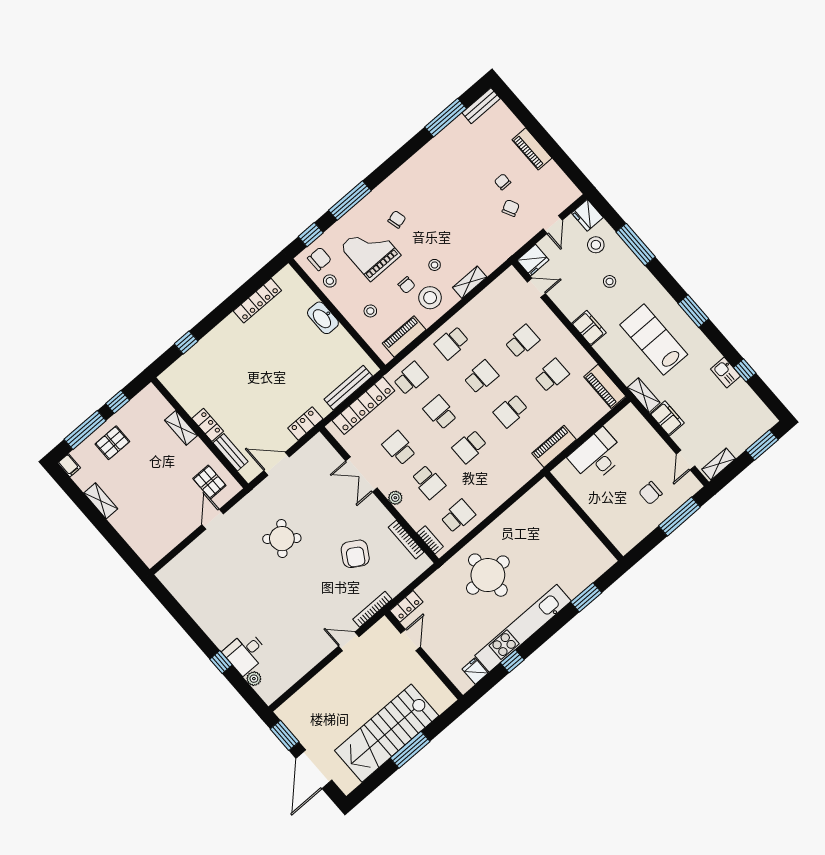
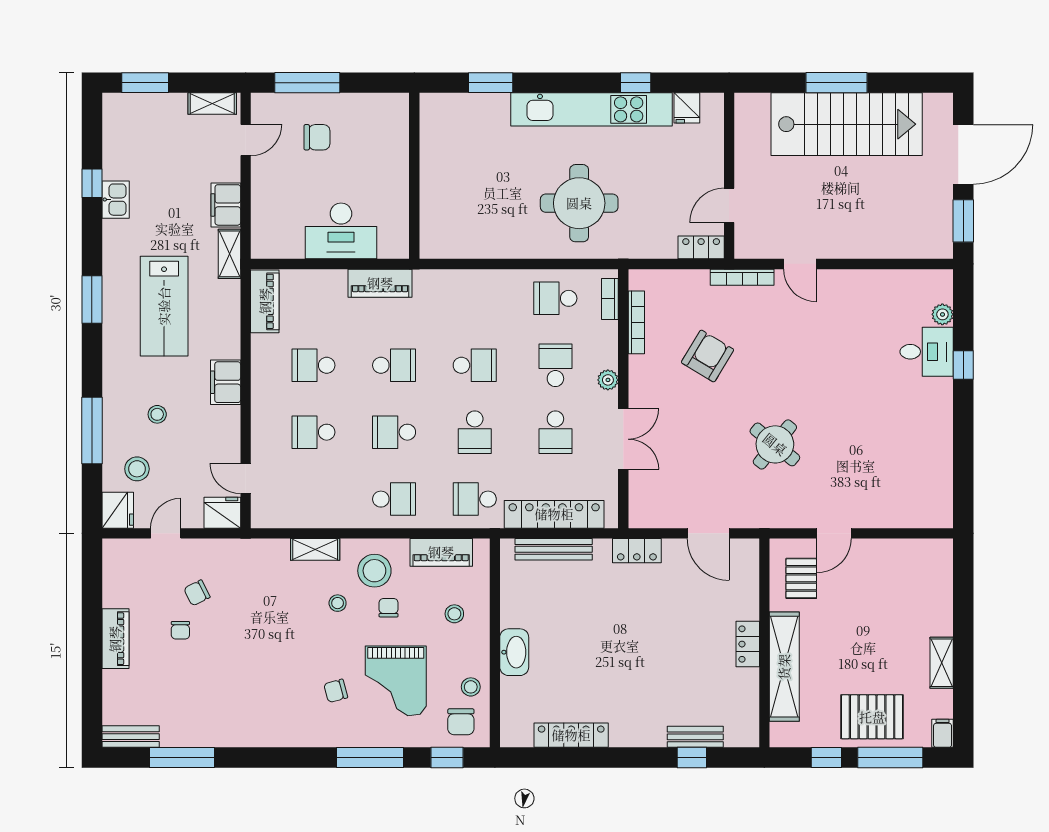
chair: (319, 259) -> (461, 722), turned -90
shelving: (181, 428) -> (784, 667), width x2.20, depth x1.33
pallet: (112, 443) -> (872, 717), width x1.50, depth x1.42
bench: (230, 452) -> (695, 737), moved, turned 90

